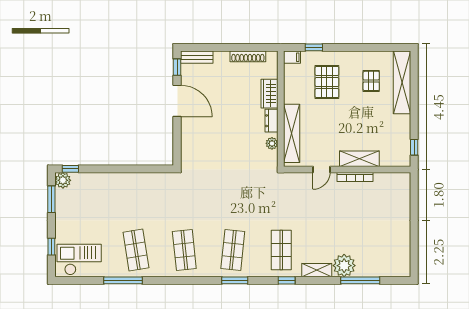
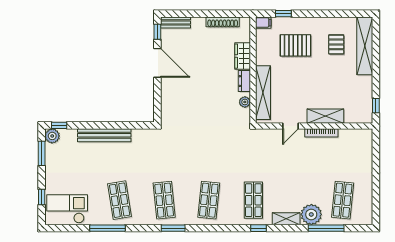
pallet: (327, 82) -> (295, 45), turned 90
bench: (119, 180) -> (104, 135), added
shop shelf: (378, 250) -> (343, 200), added
window: (235, 280) -> (173, 228), moved

